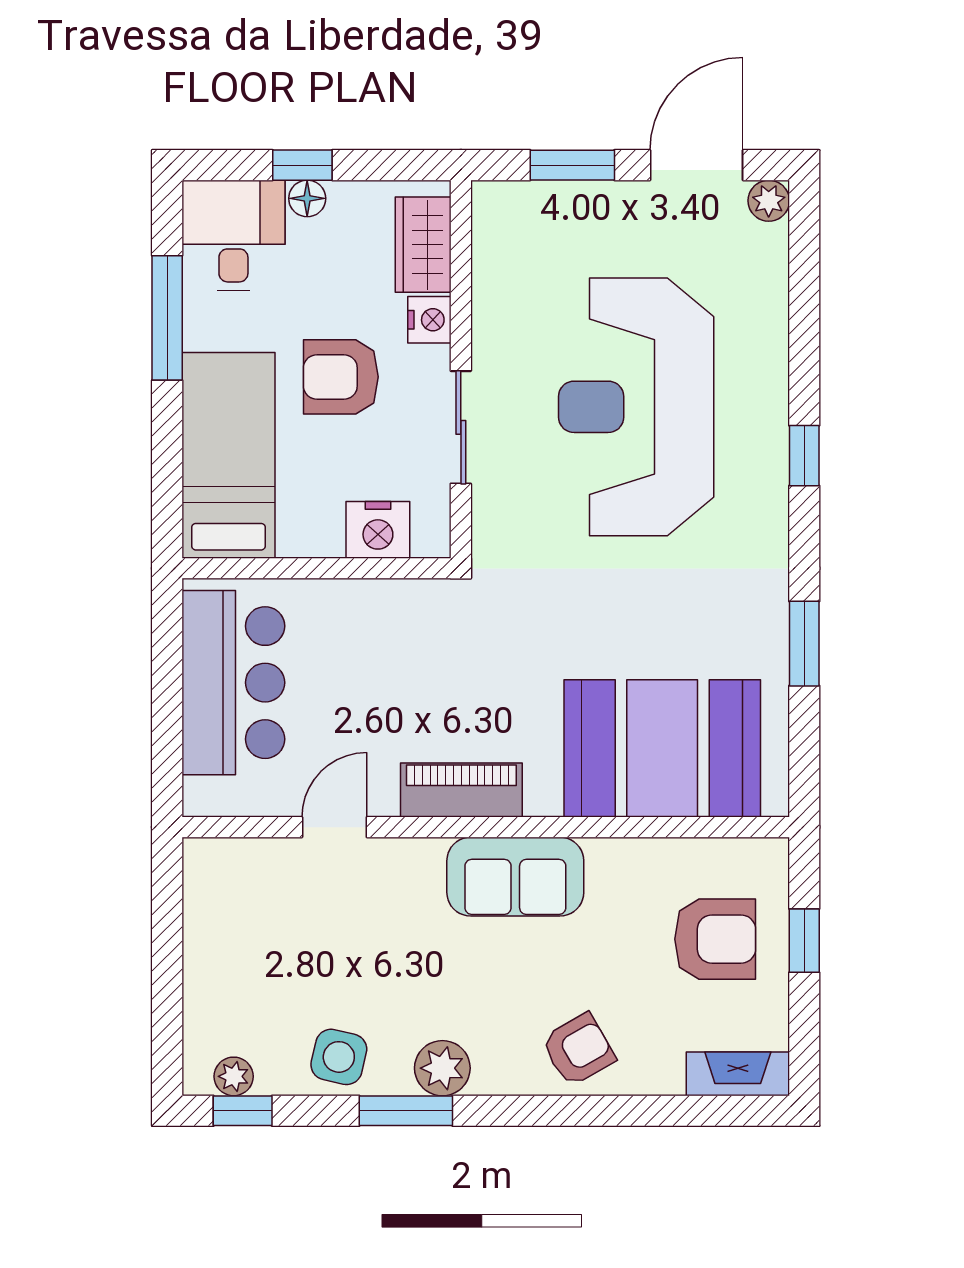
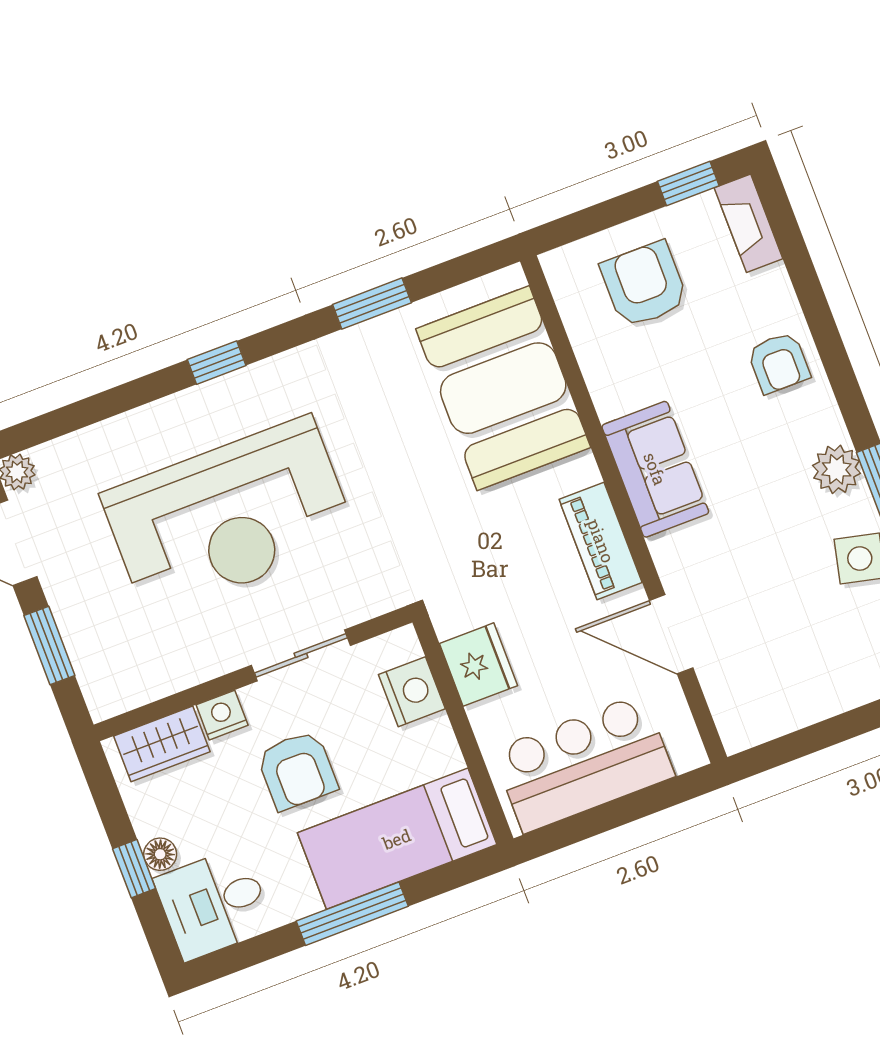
window: (167, 318) -> (352, 914), moved
fridge: (380, 611) -> (478, 665), added
door: (334, 827) -> (671, 634), width x1.38
window: (804, 941) -> (688, 183), moved
armchair: (578, 1050) -> (779, 363), turned -150

